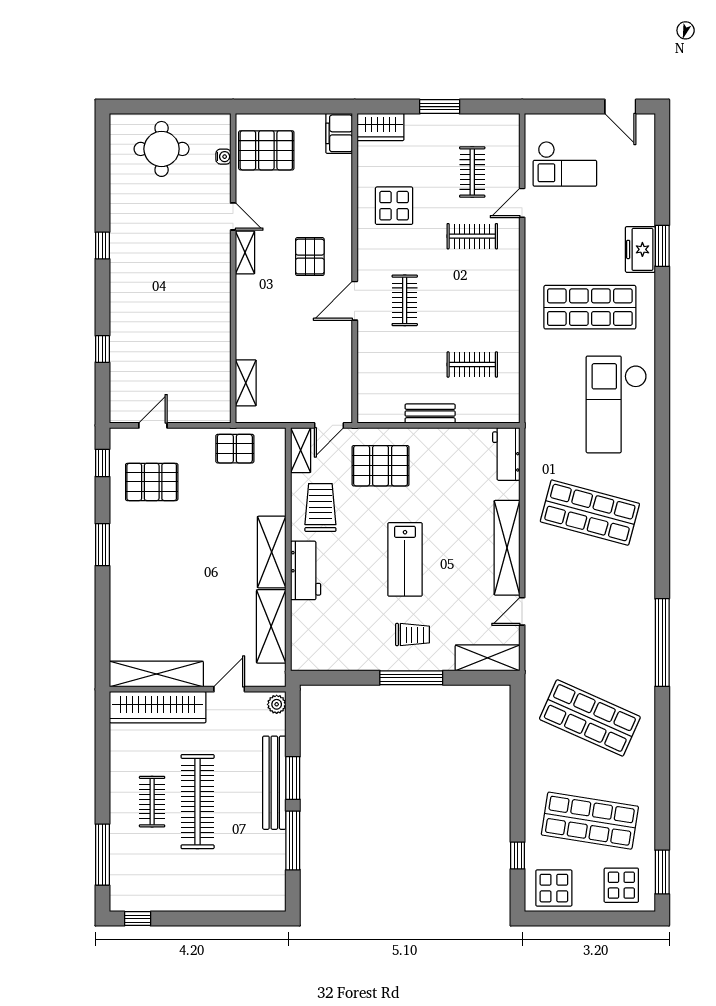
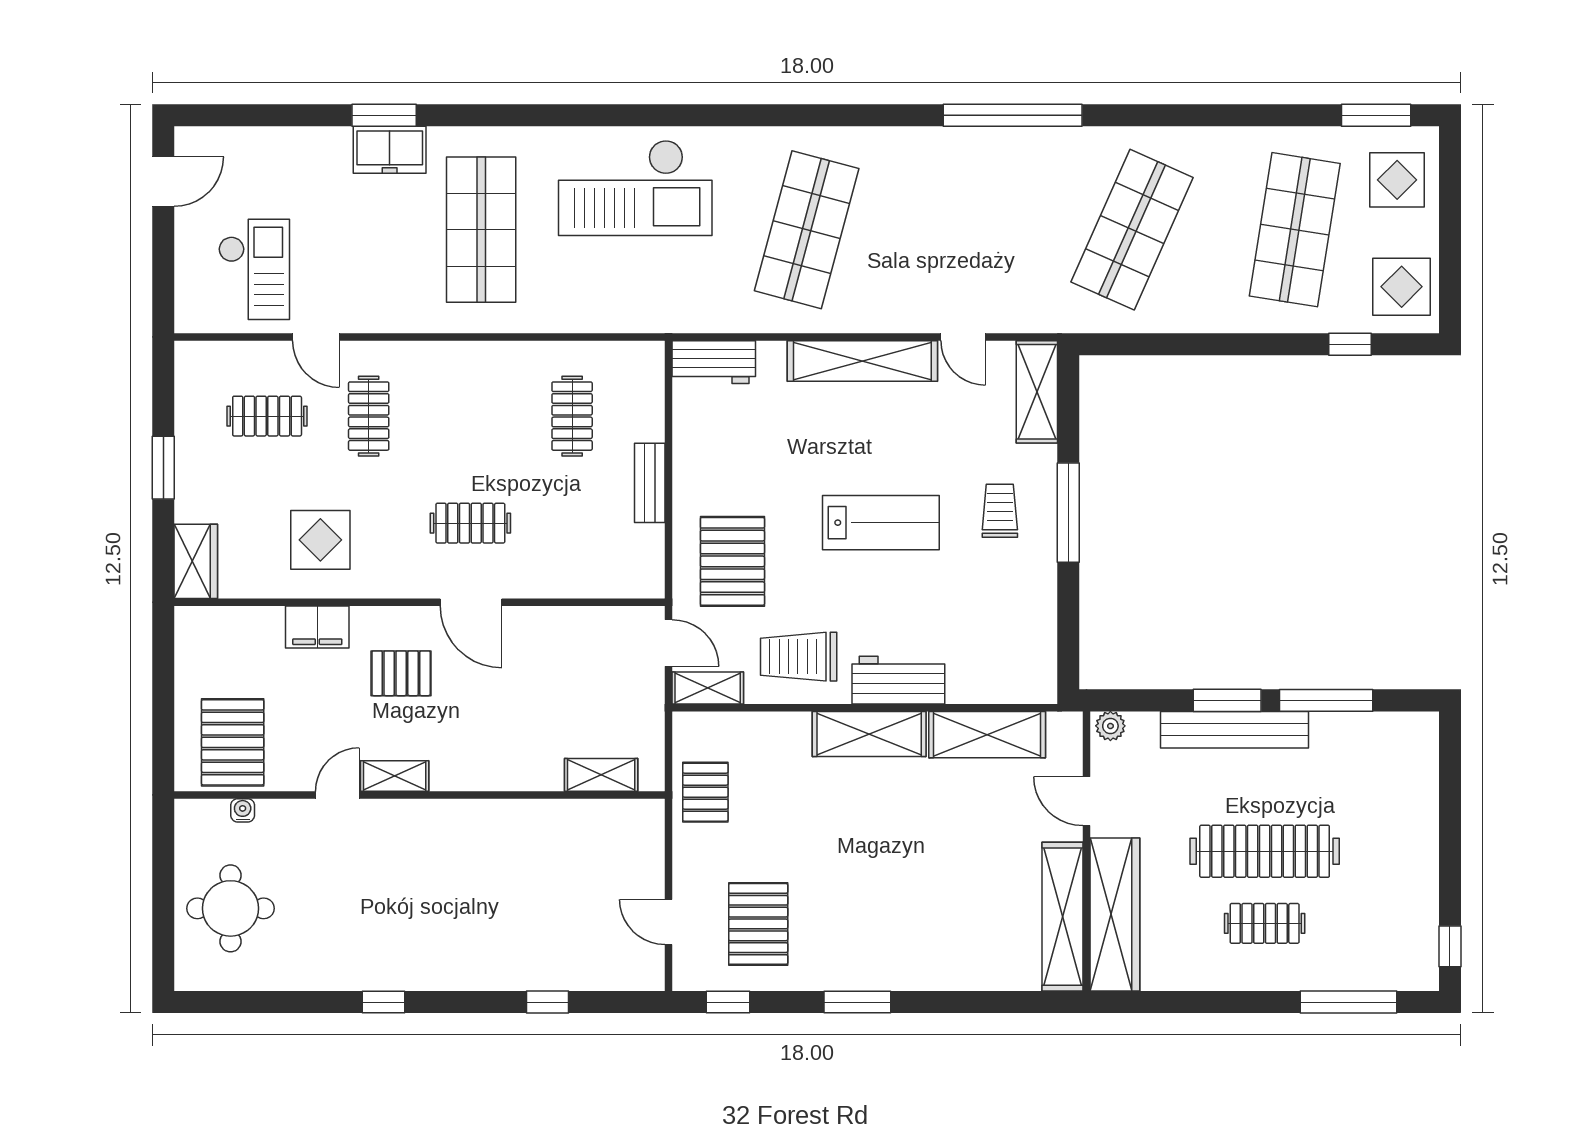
filing cabinet: (339, 133) -> (317, 627), moved

